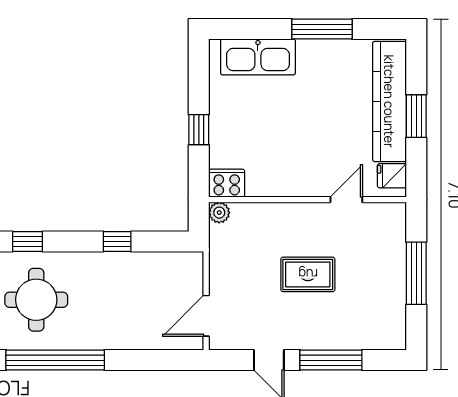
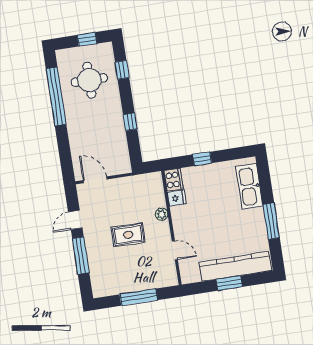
fridge: (392, 176) -> (177, 198), moved, turned 90
plant: (219, 213) -> (162, 214), moved
rug: (308, 274) -> (128, 235), turned 90

